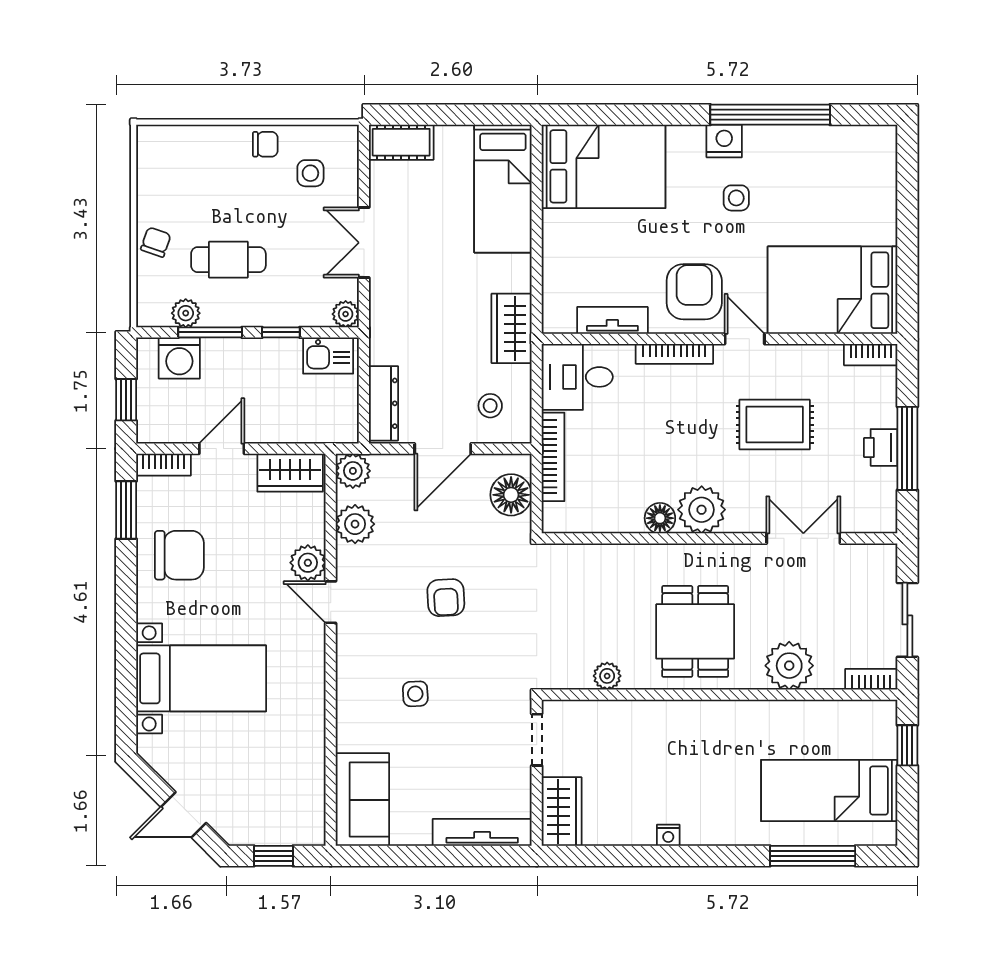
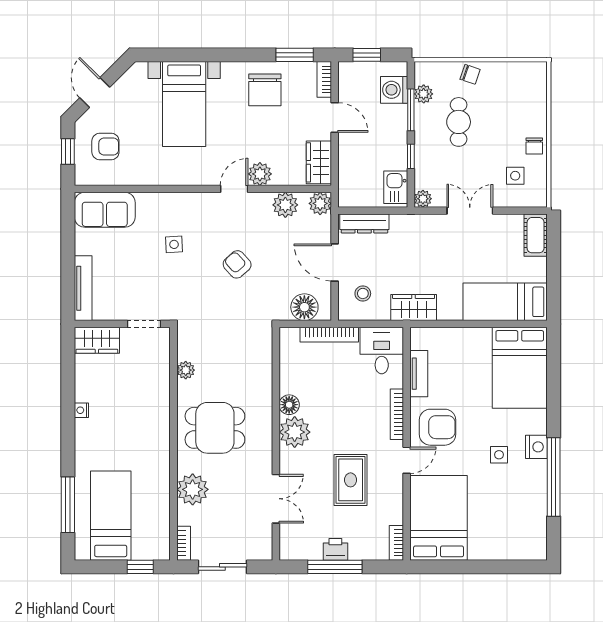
armchair: (446, 598) -> (237, 264), turned 51
armchair: (266, 798) -> (105, 146), added

